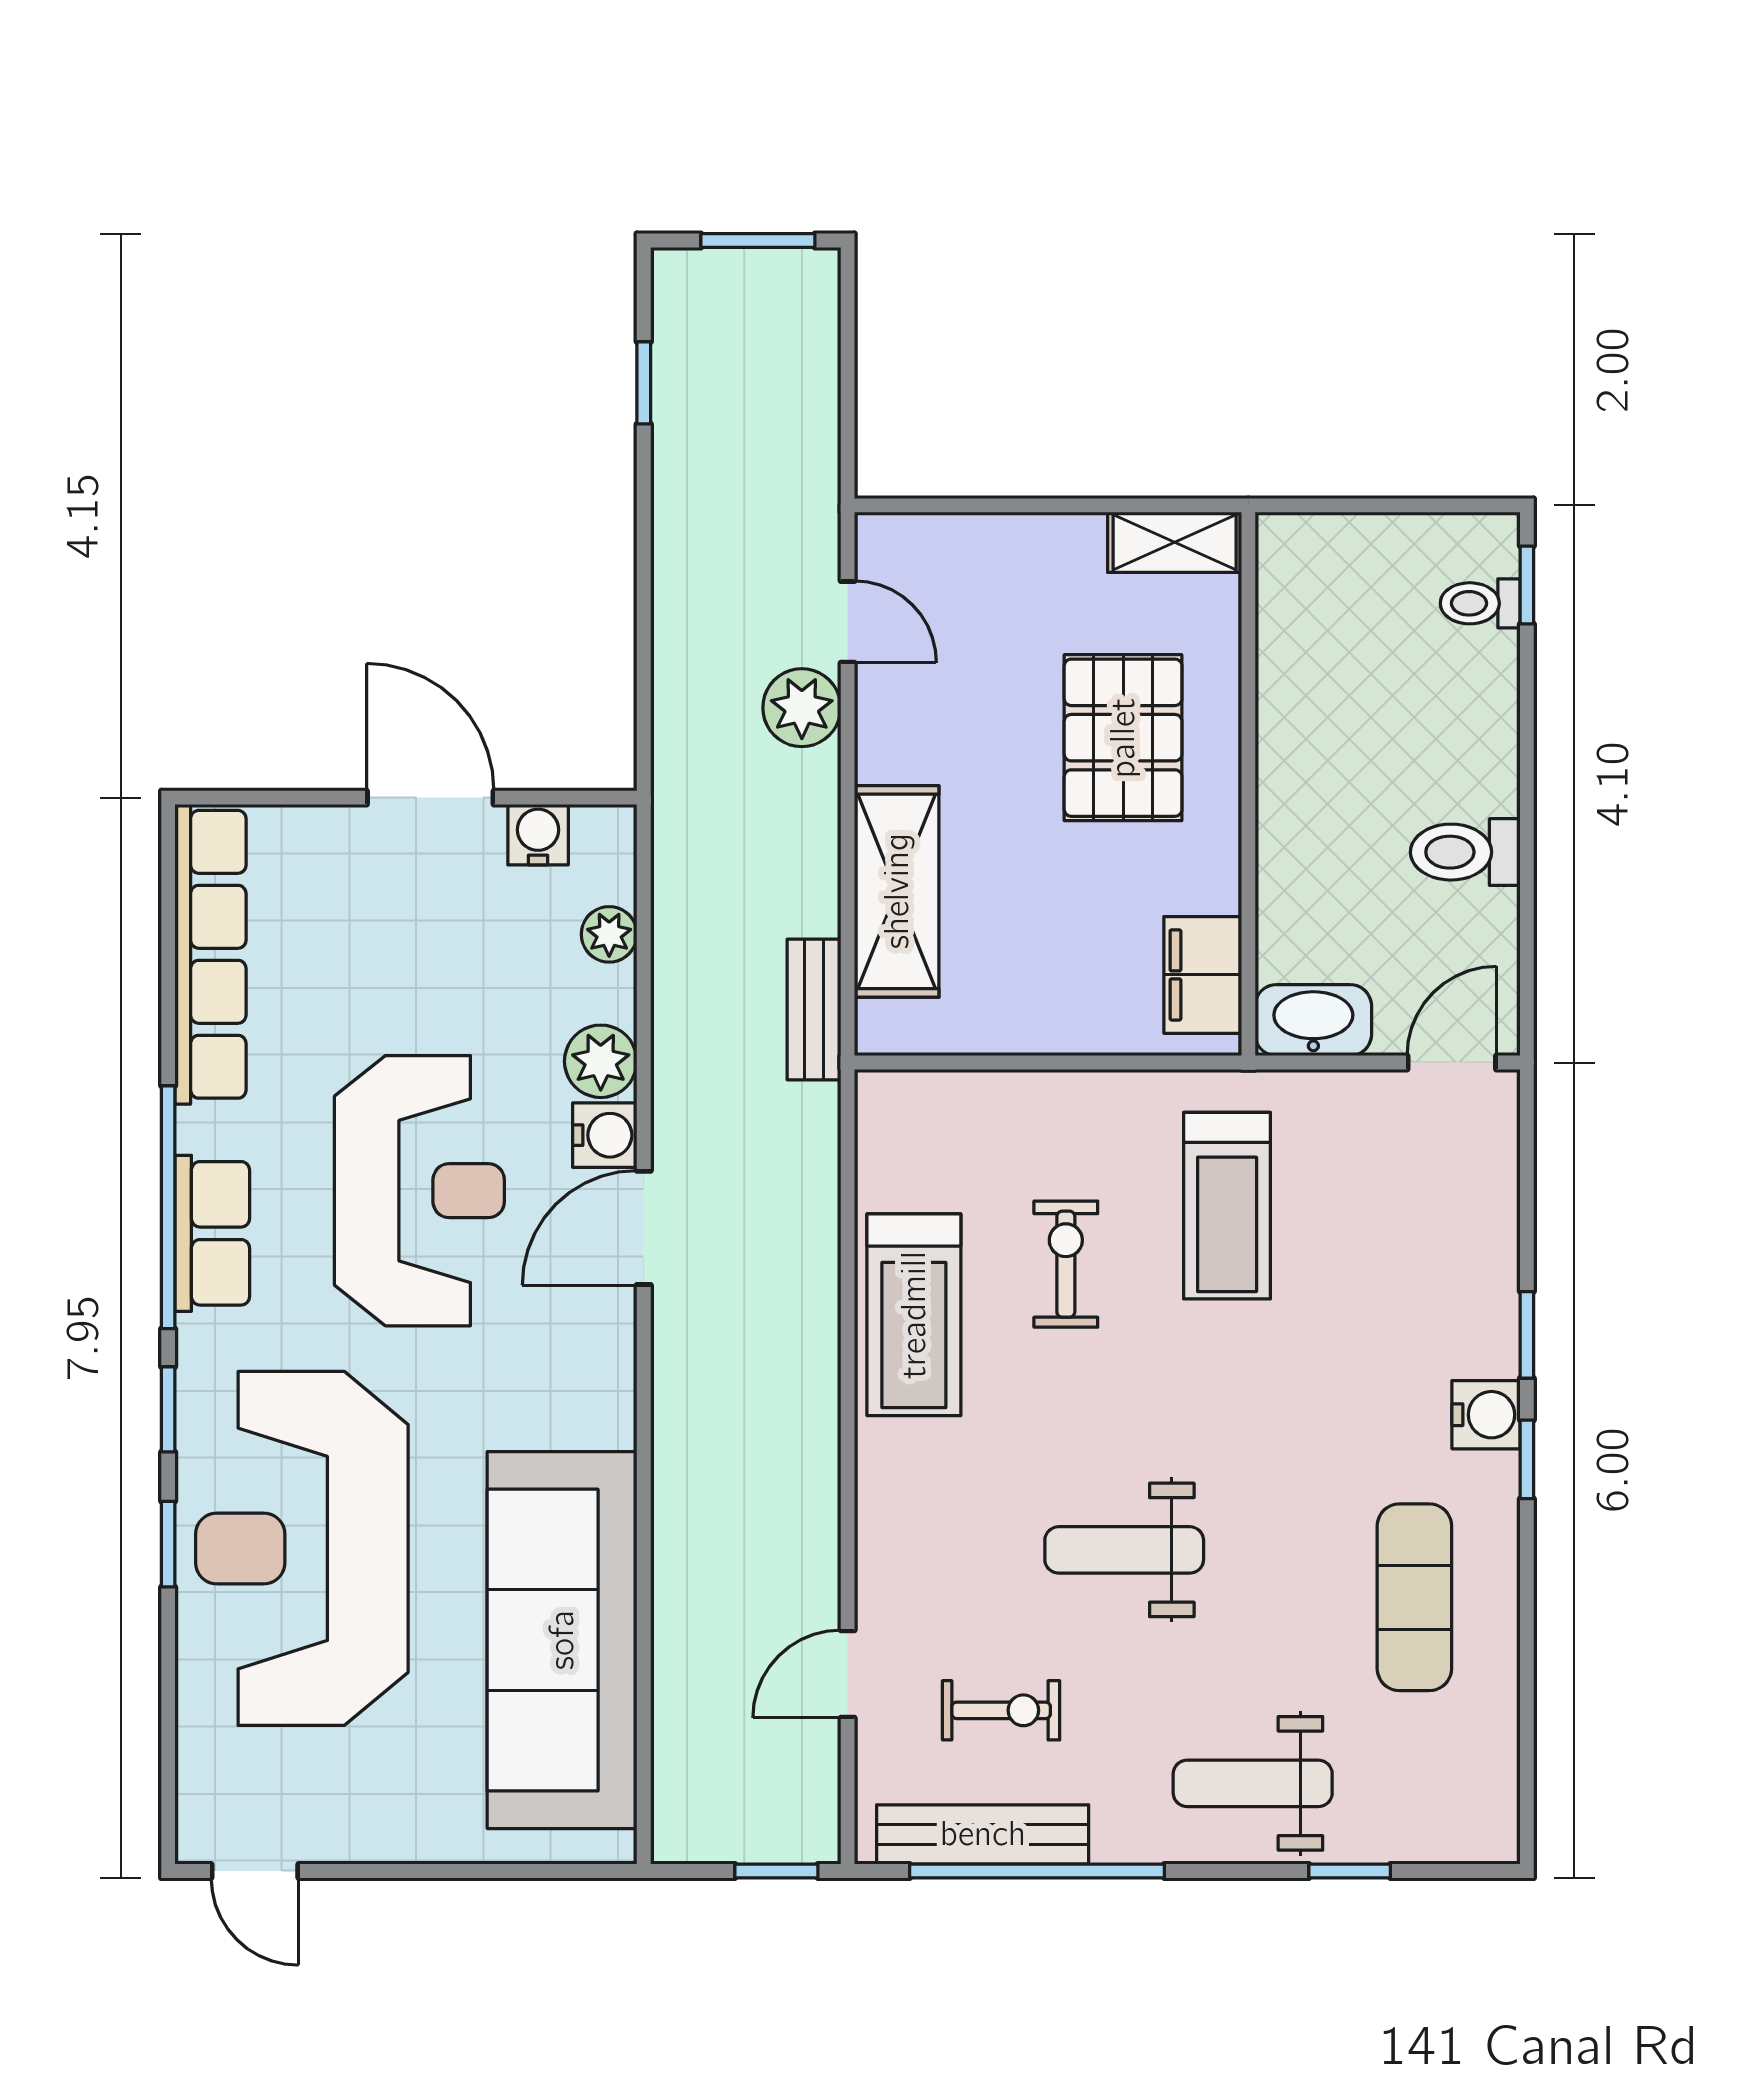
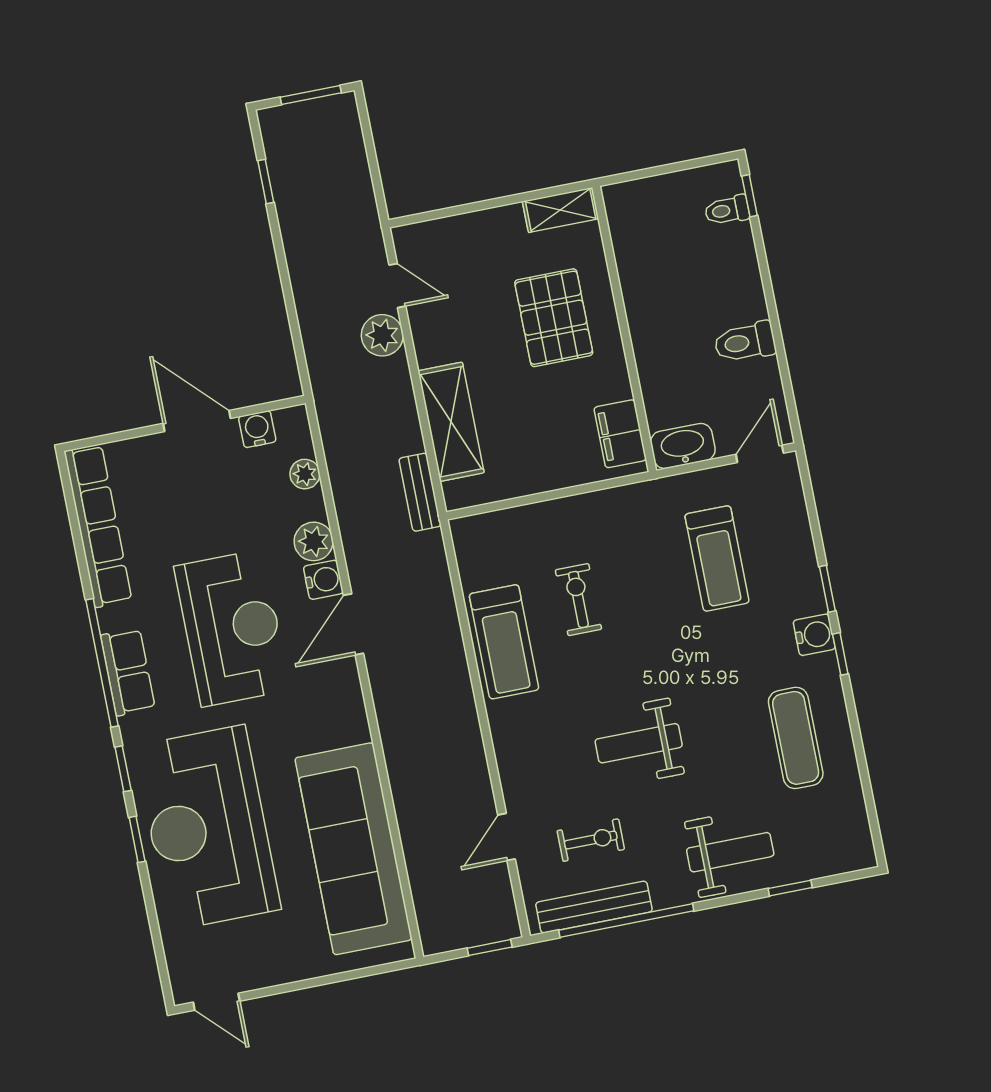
treadmill: (1227, 1206) -> (717, 558), moved
weight bench: (1253, 1783) -> (730, 852), turned 180

